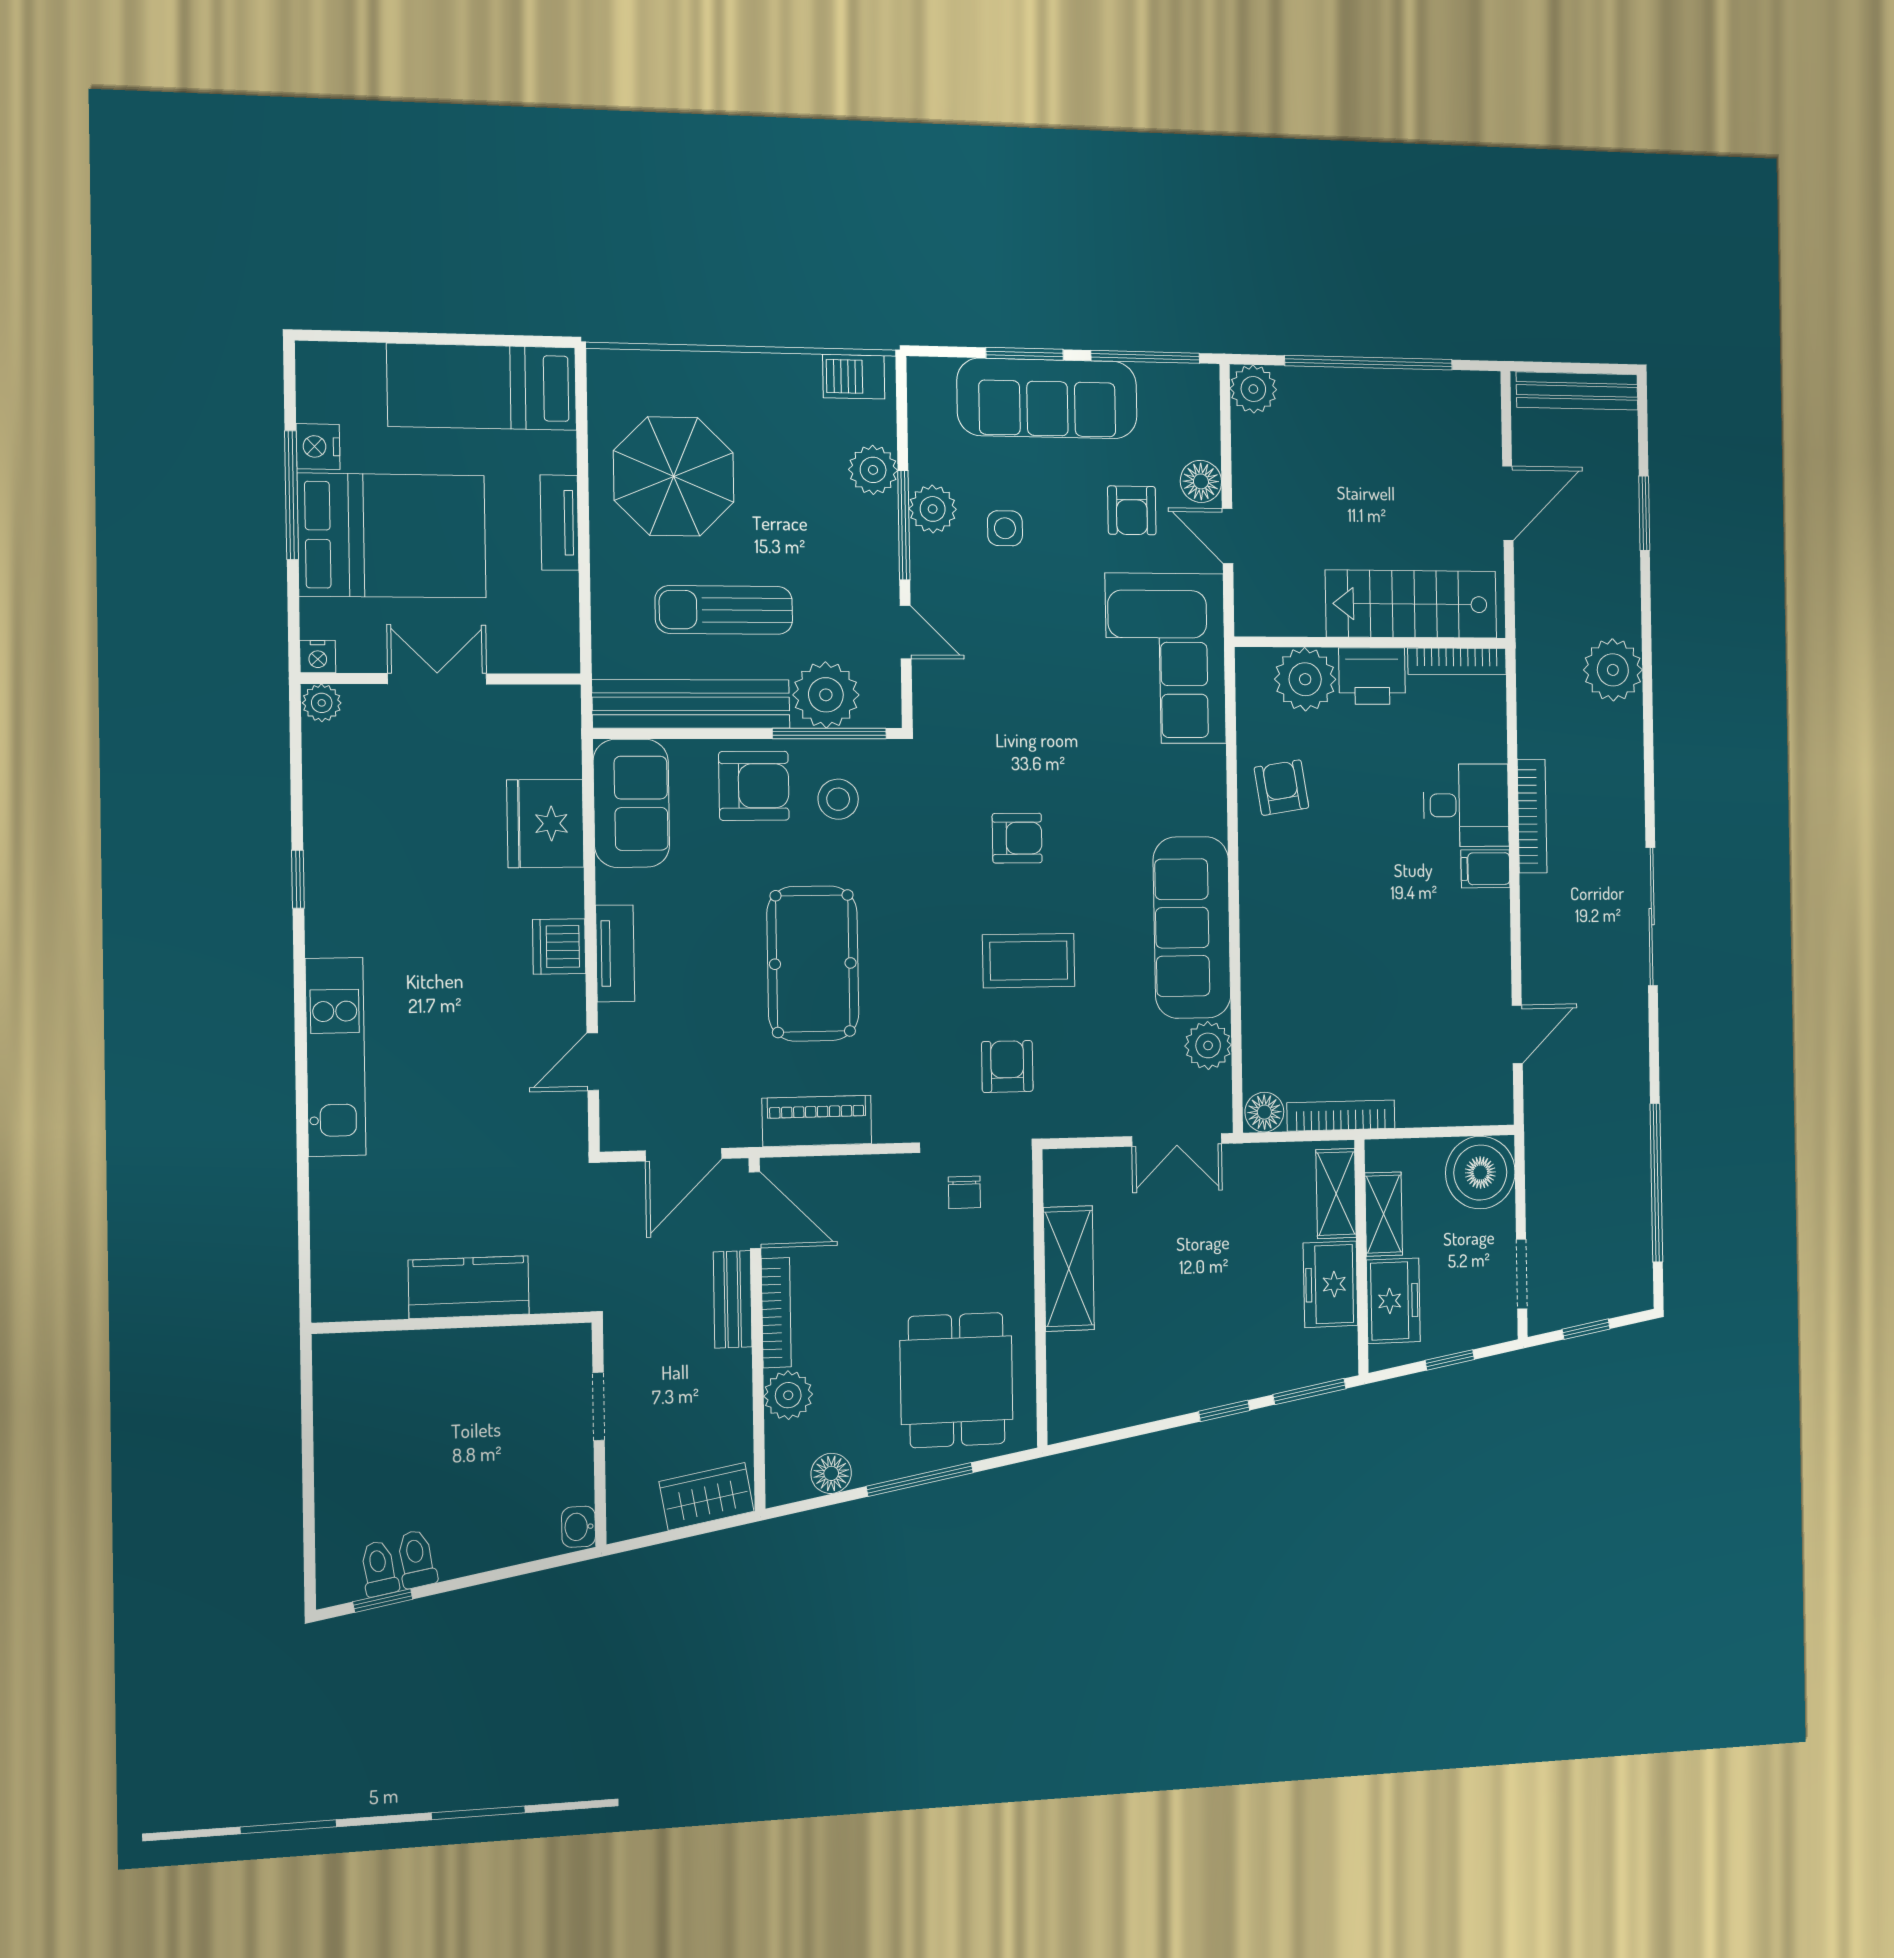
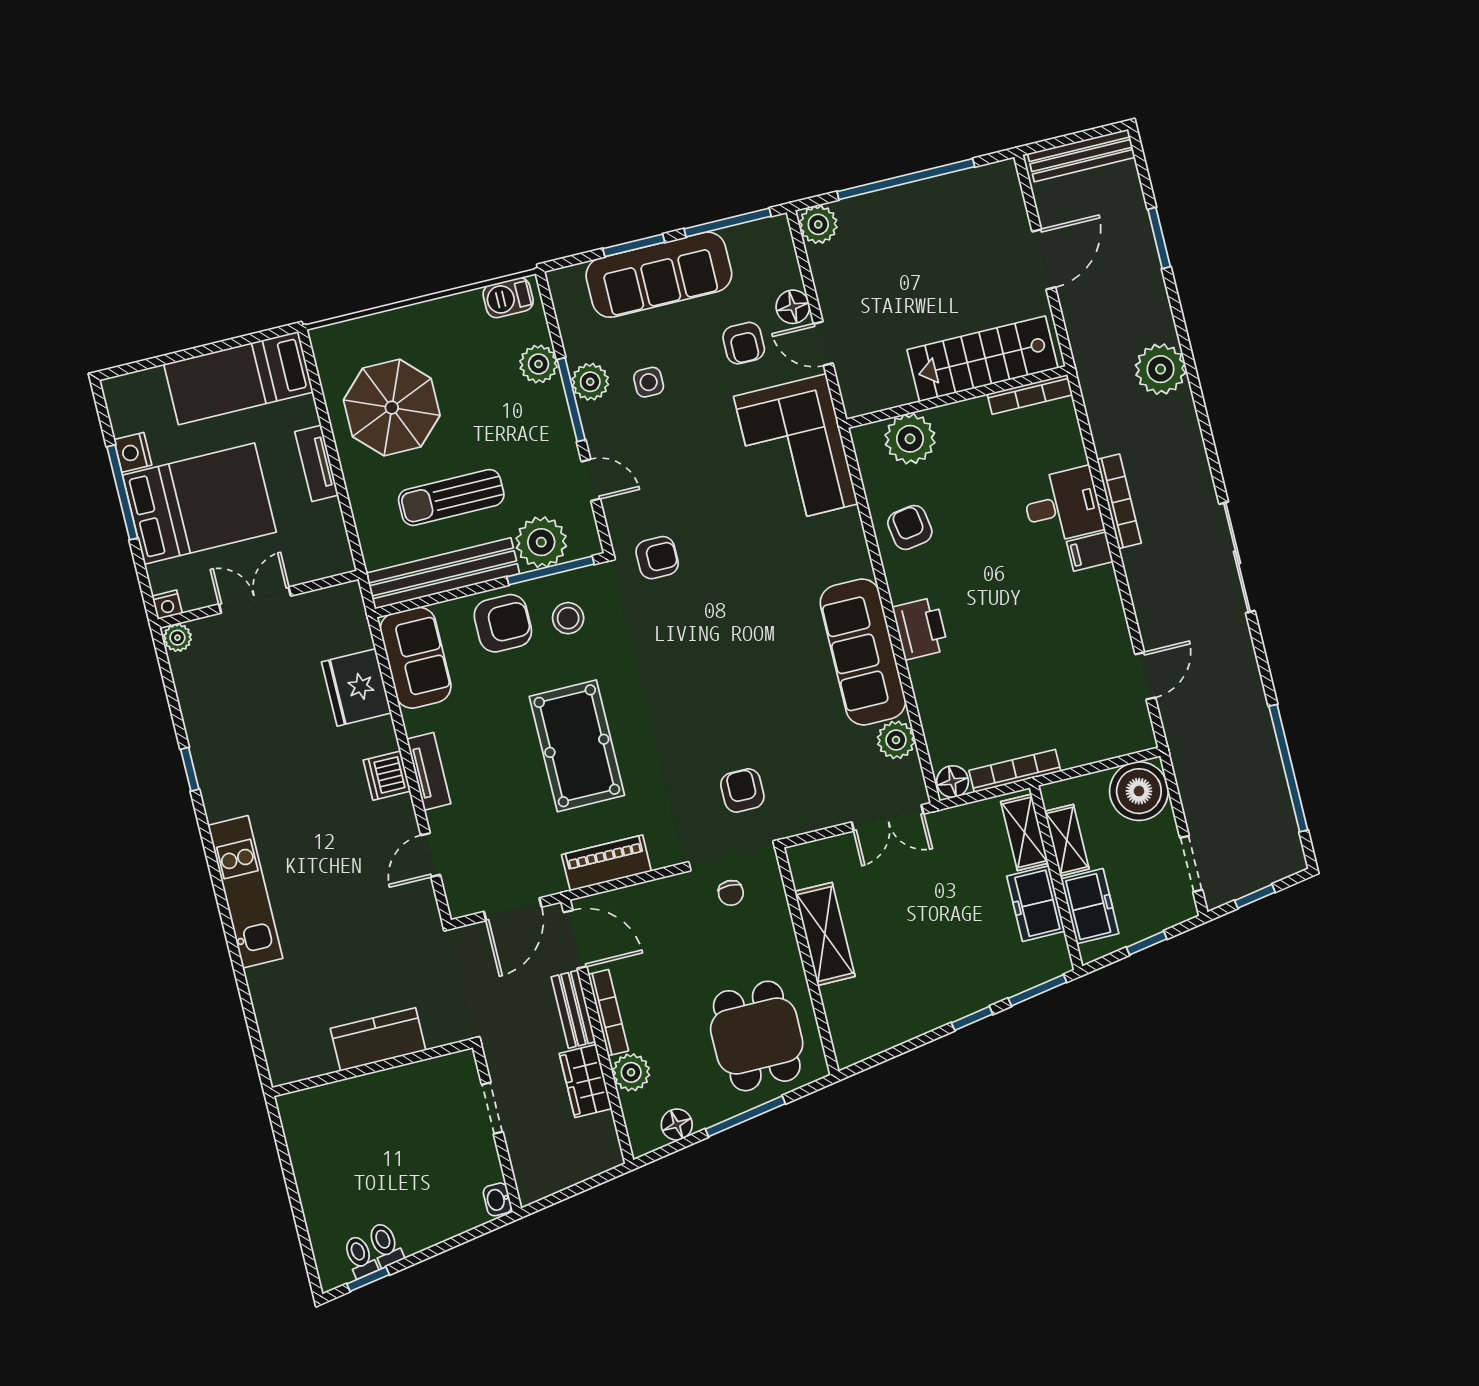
printer: (1372, 676) -> (920, 628), moved, turned -90
armchair: (1017, 838) -> (657, 558), moved
coffee table: (1029, 961) -> (741, 706), removed
wardrobe: (707, 1496) -> (586, 1081), moved, turned -80

